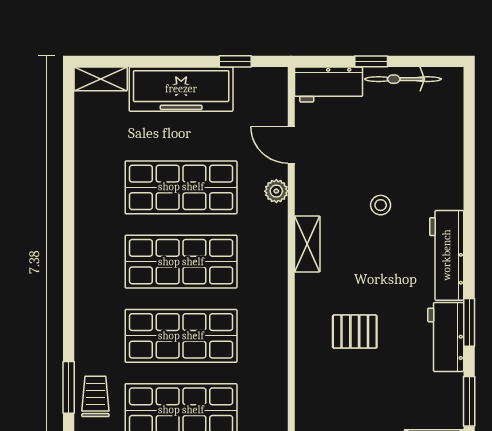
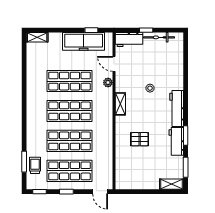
freezer: (181, 89) -> (84, 41), moved

